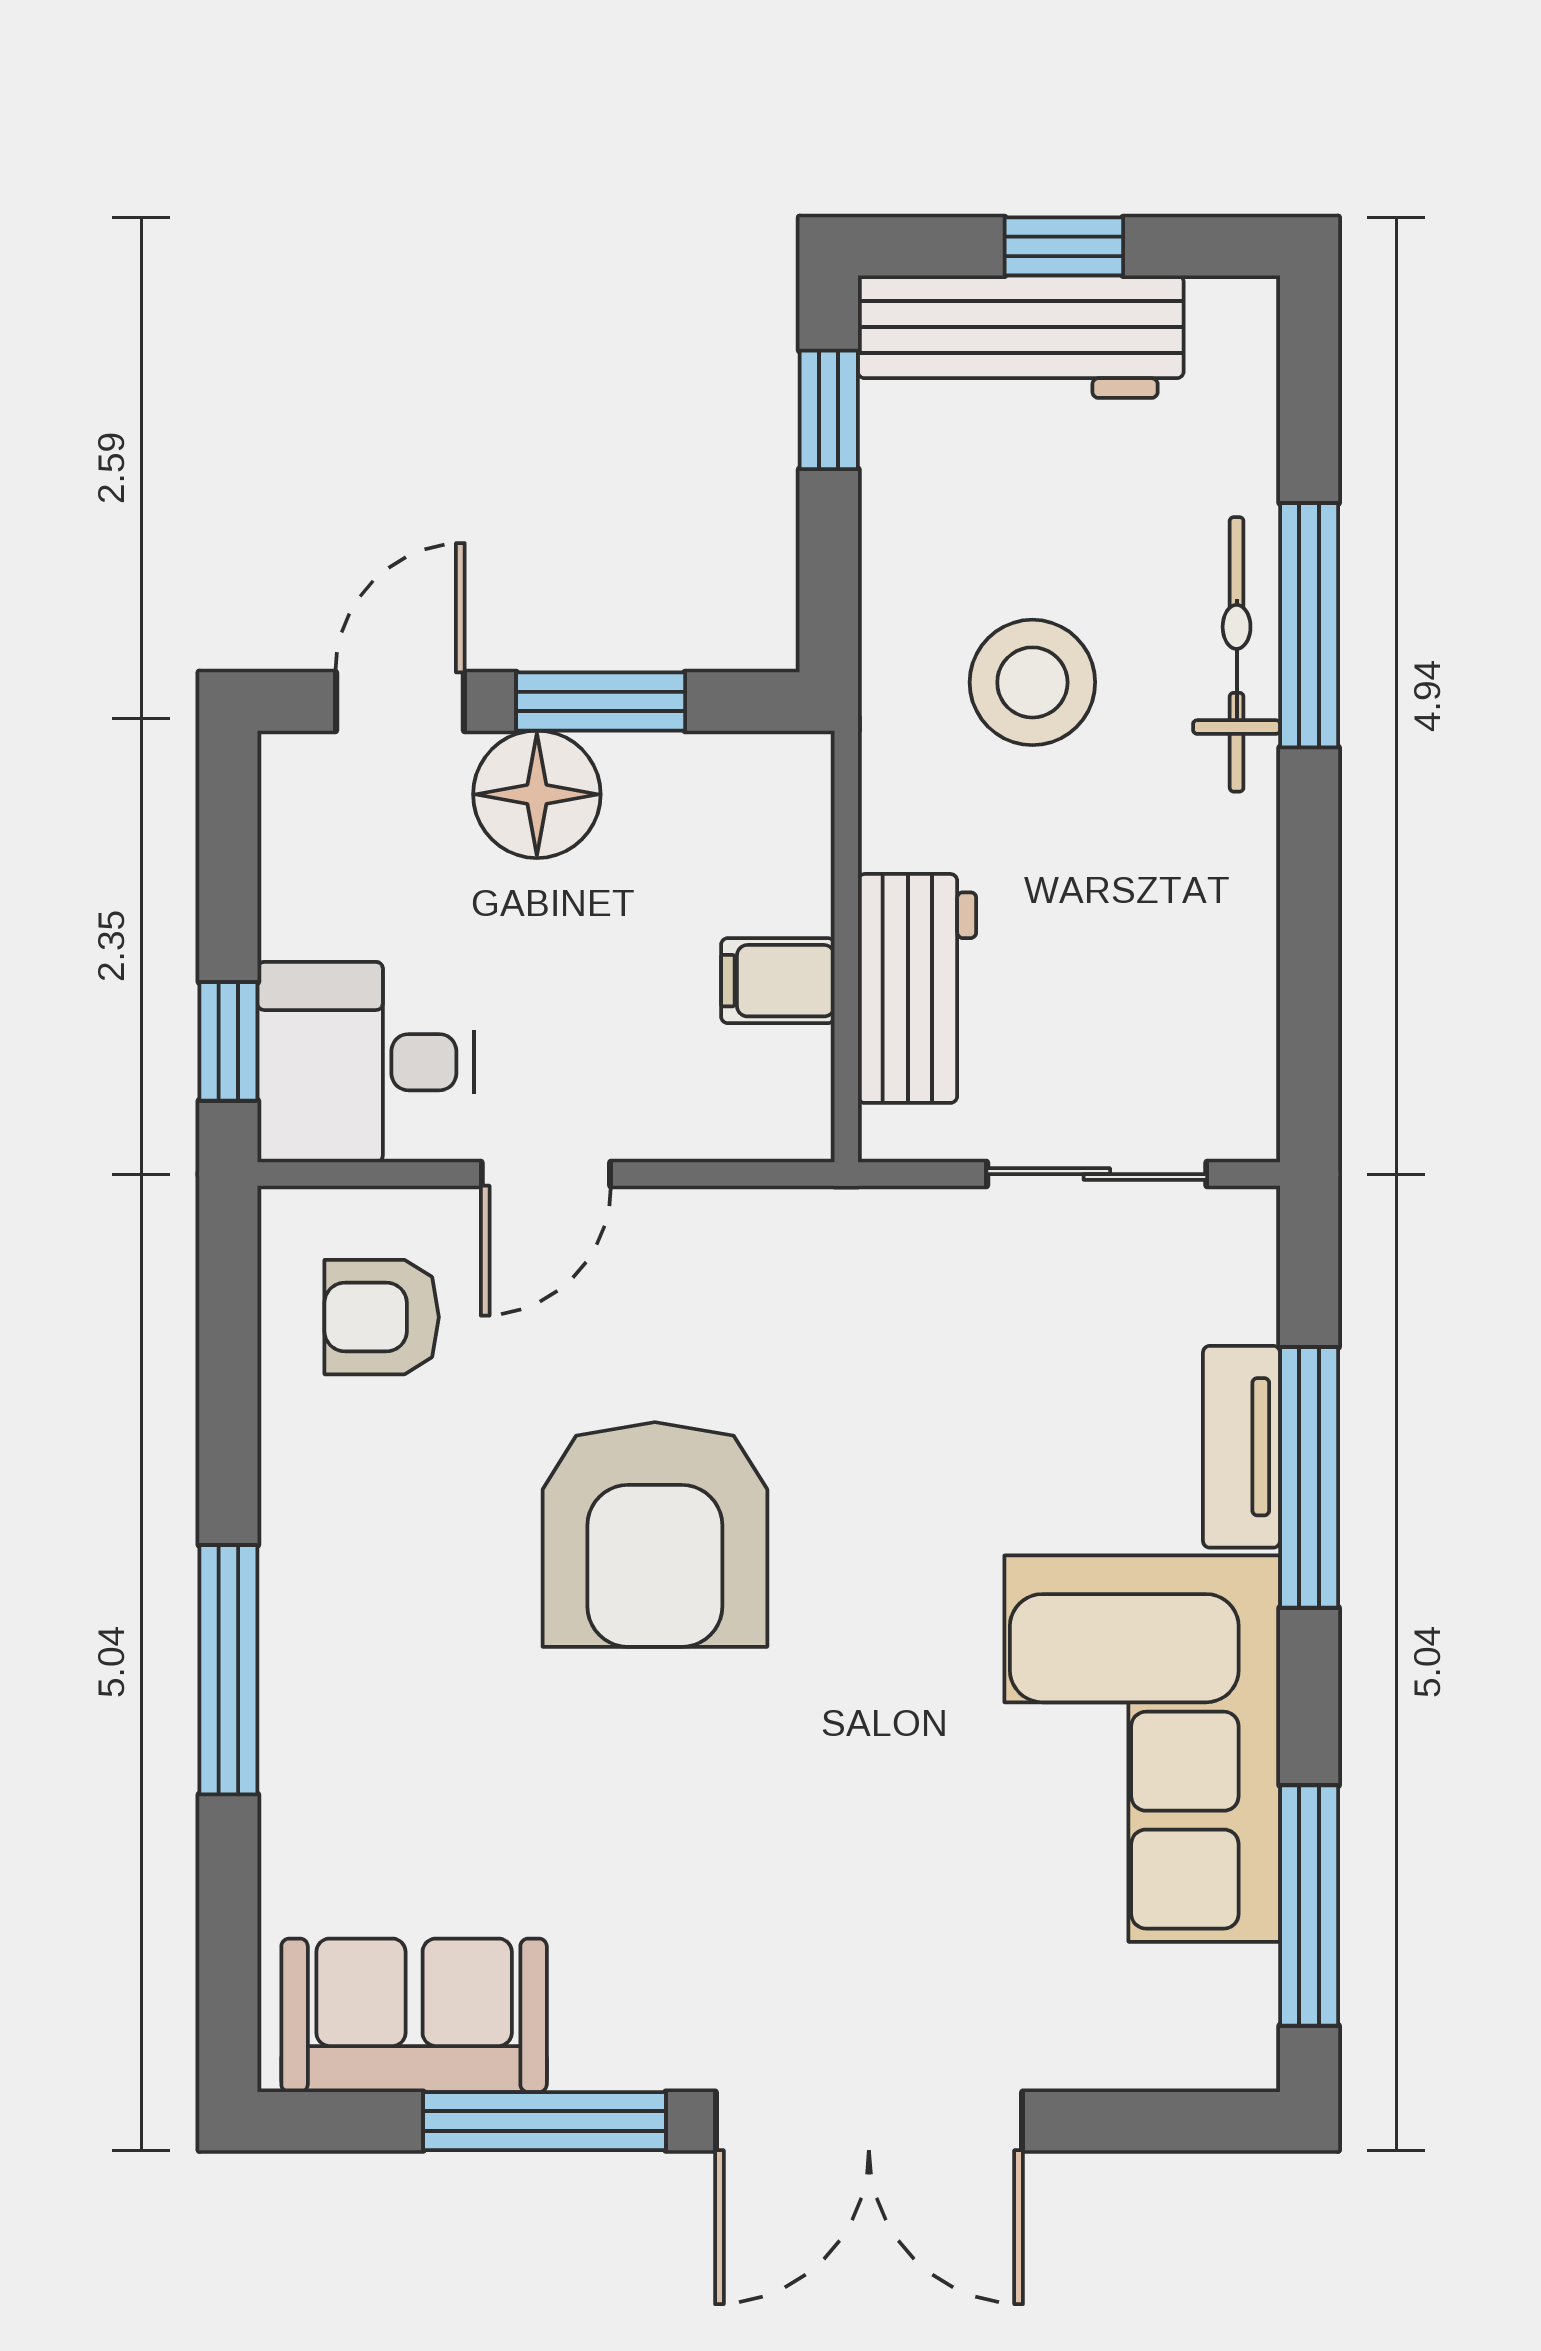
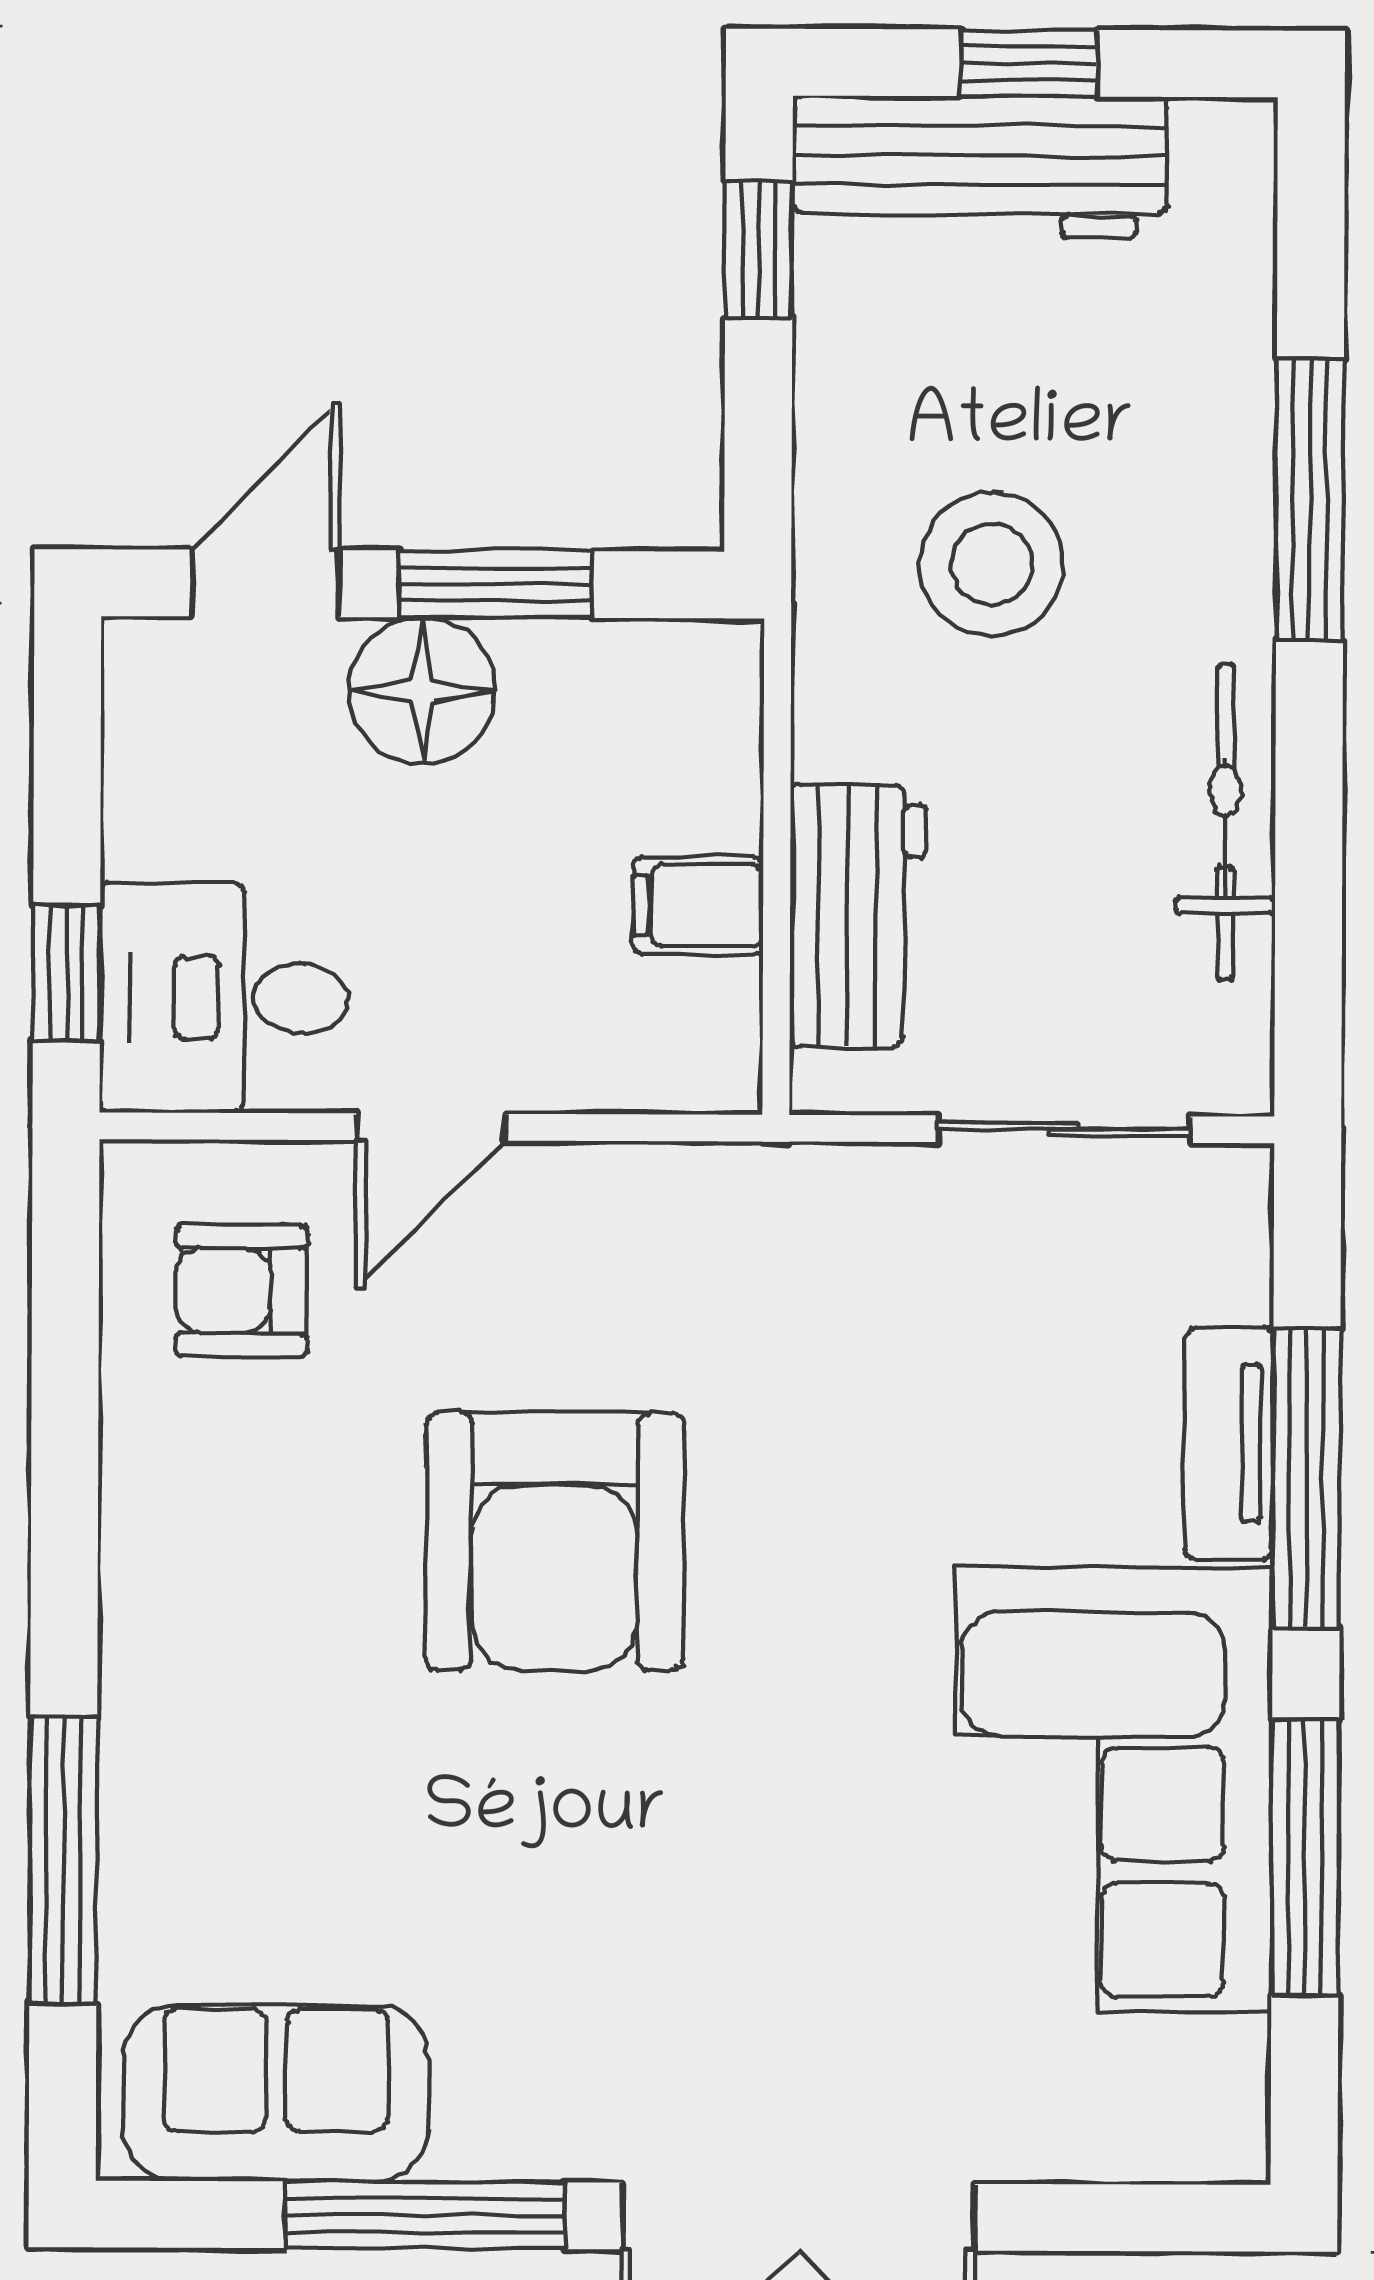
bicycle: (1237, 654) -> (1225, 822), moved
window: (228, 1670) -> (63, 1860), moved
window: (1309, 1906) -> (1305, 1857), moved

